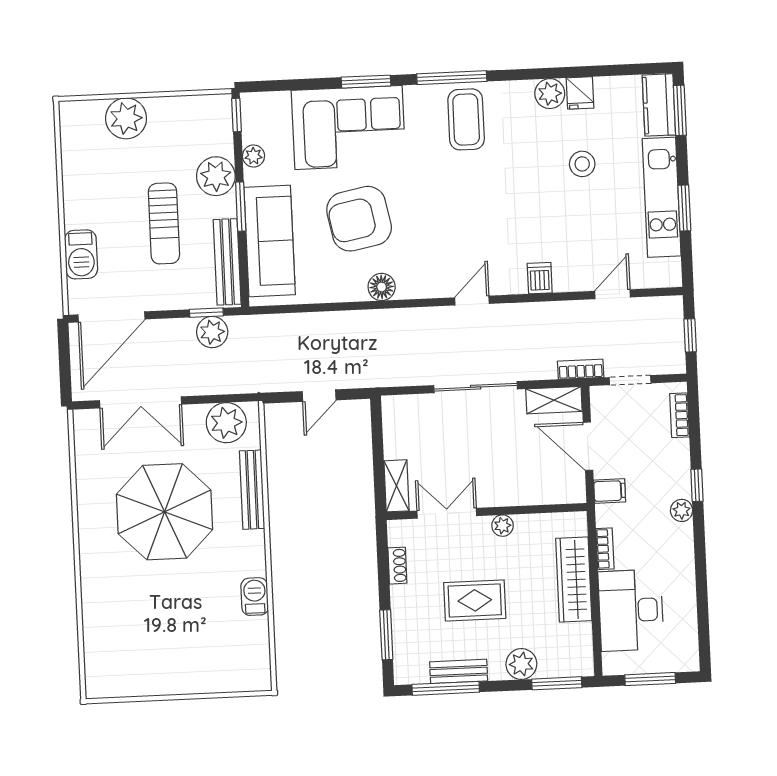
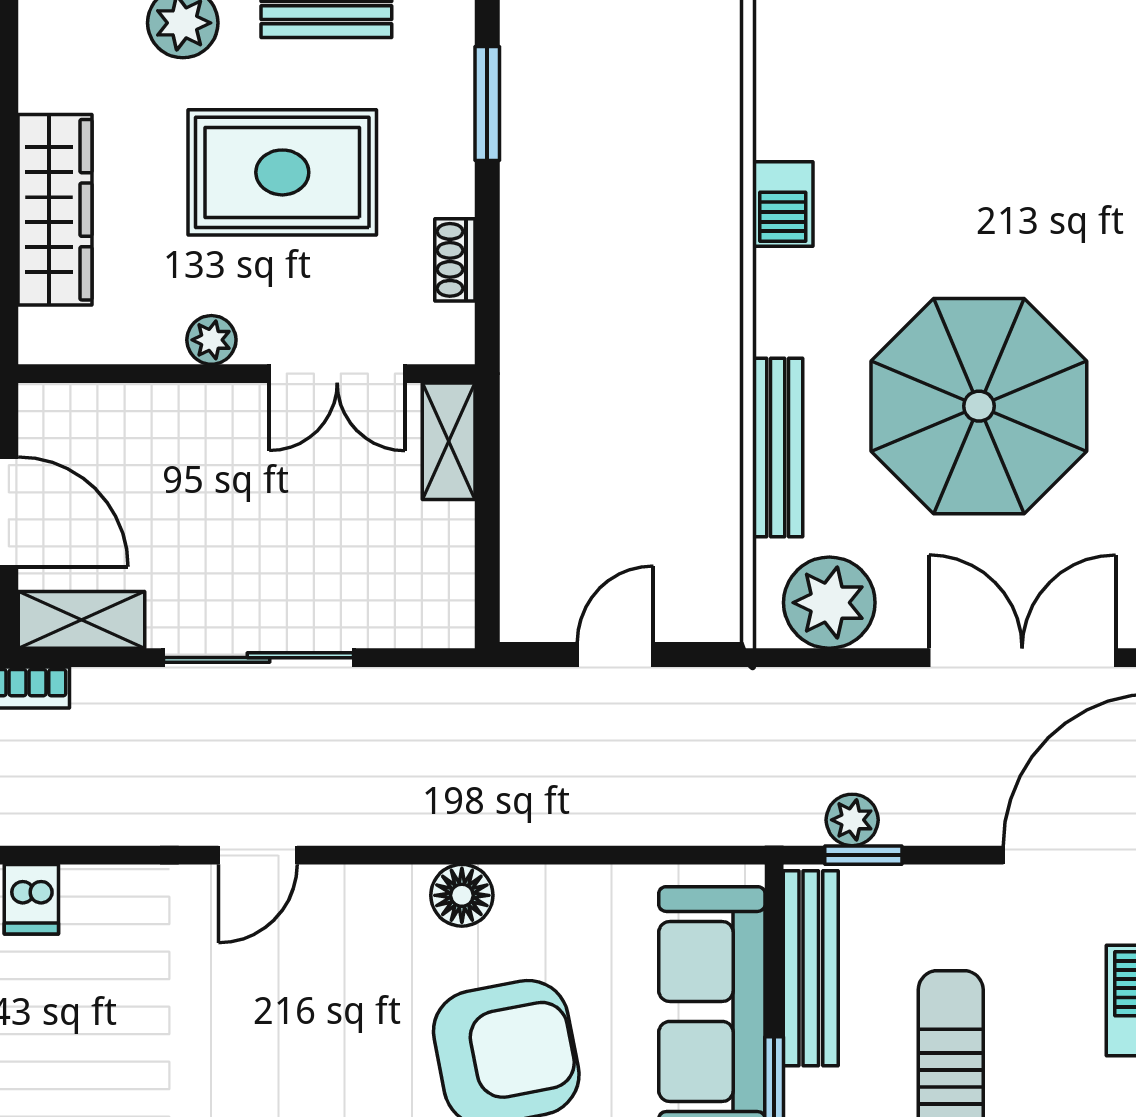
dishwasher: (540, 278) -> (31, 899), moved
plant: (212, 332) -> (852, 820), width x0.73, depth x0.73
rug: (475, 600) -> (282, 172), width x1.36, depth x1.43

